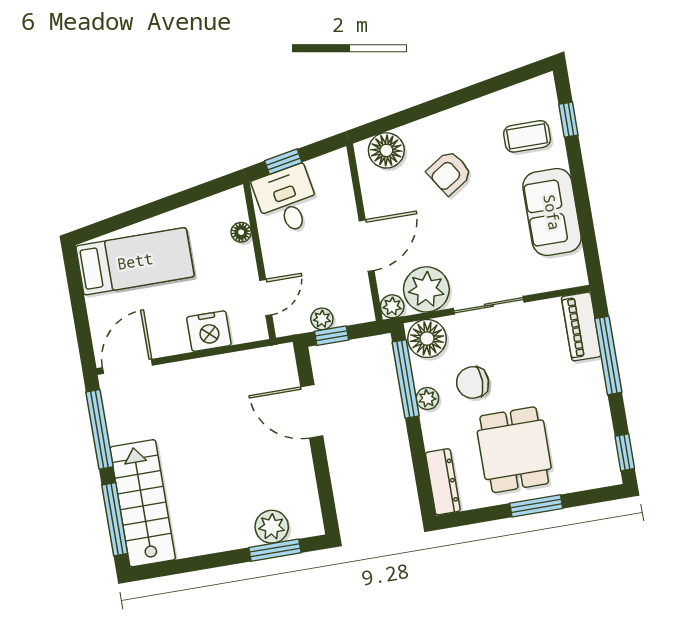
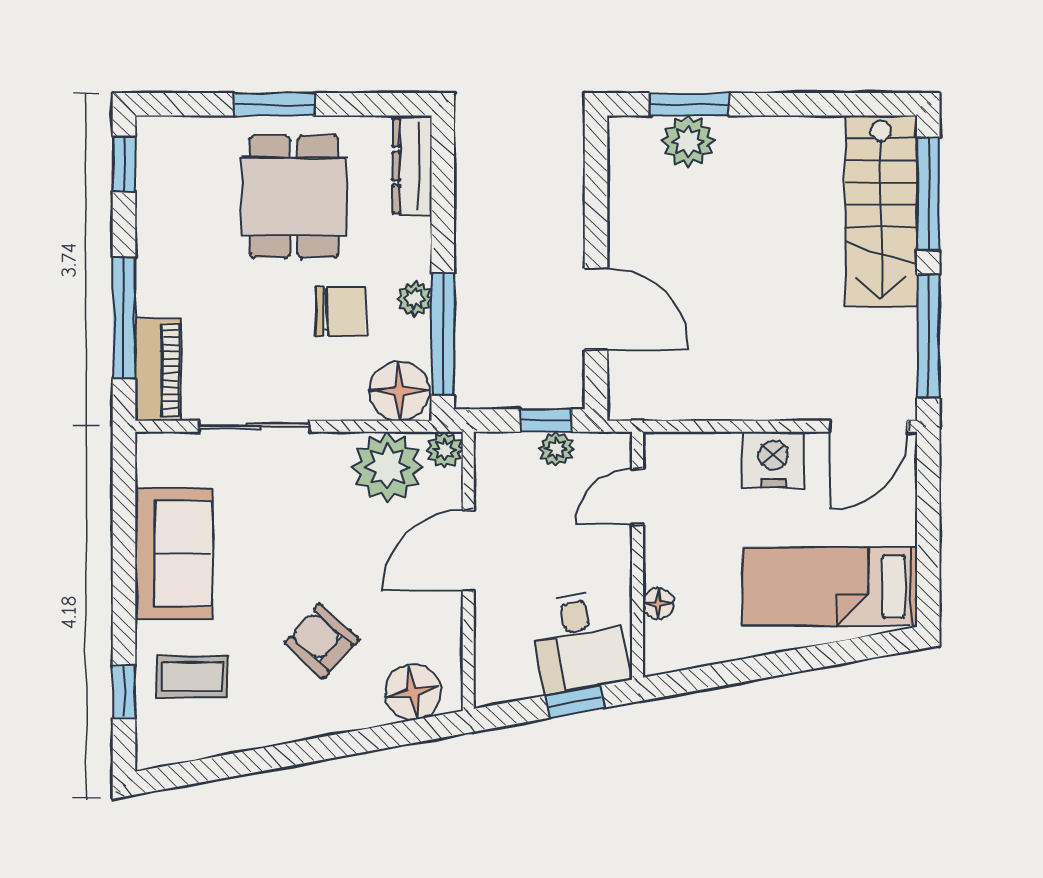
armchair: (449, 173) -> (322, 641), turned -105
sliding door: (489, 305) -> (254, 426), moved
nightstand: (209, 331) -> (773, 459), moved

